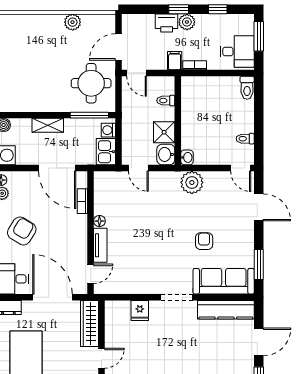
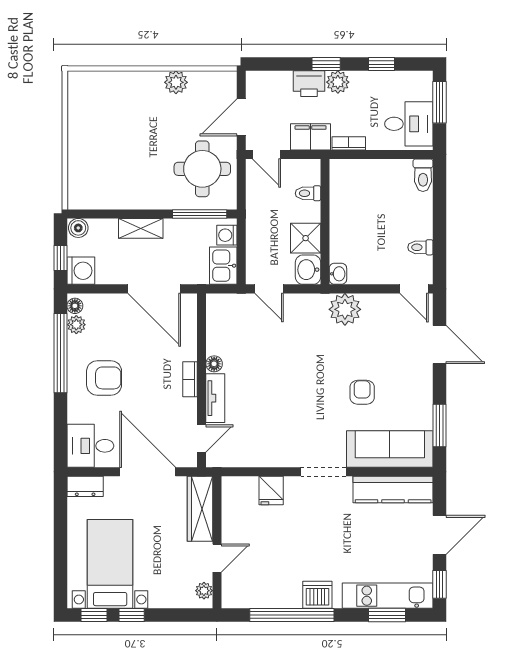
filing cabinet: (175, 61) -> (311, 137), width x2.00
bookcase: (82, 201) -> (190, 379), moved
armchair: (22, 231) -> (104, 378), turned 59

